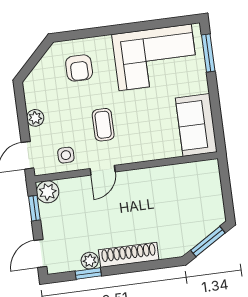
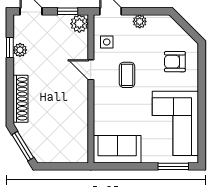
coffee table: (103, 125) -> (127, 75), turned 90
shoe rack: (129, 255) -> (21, 99), moved

